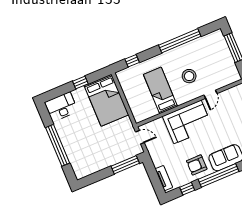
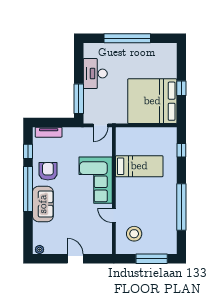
stool: (189, 76) -> (134, 234), moved
bed: (106, 100) -> (152, 101), width x1.36
desk: (61, 107) -> (95, 74), moved, turned 180

